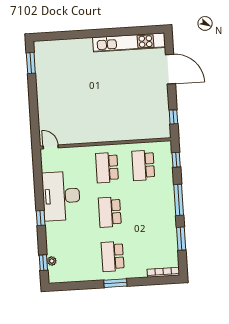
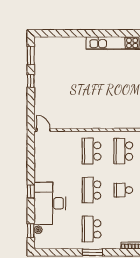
window: (33, 92) -> (31, 81), added
desk: (61, 196) -> (50, 203), moved
school desk: (146, 210) -> (123, 190), added

